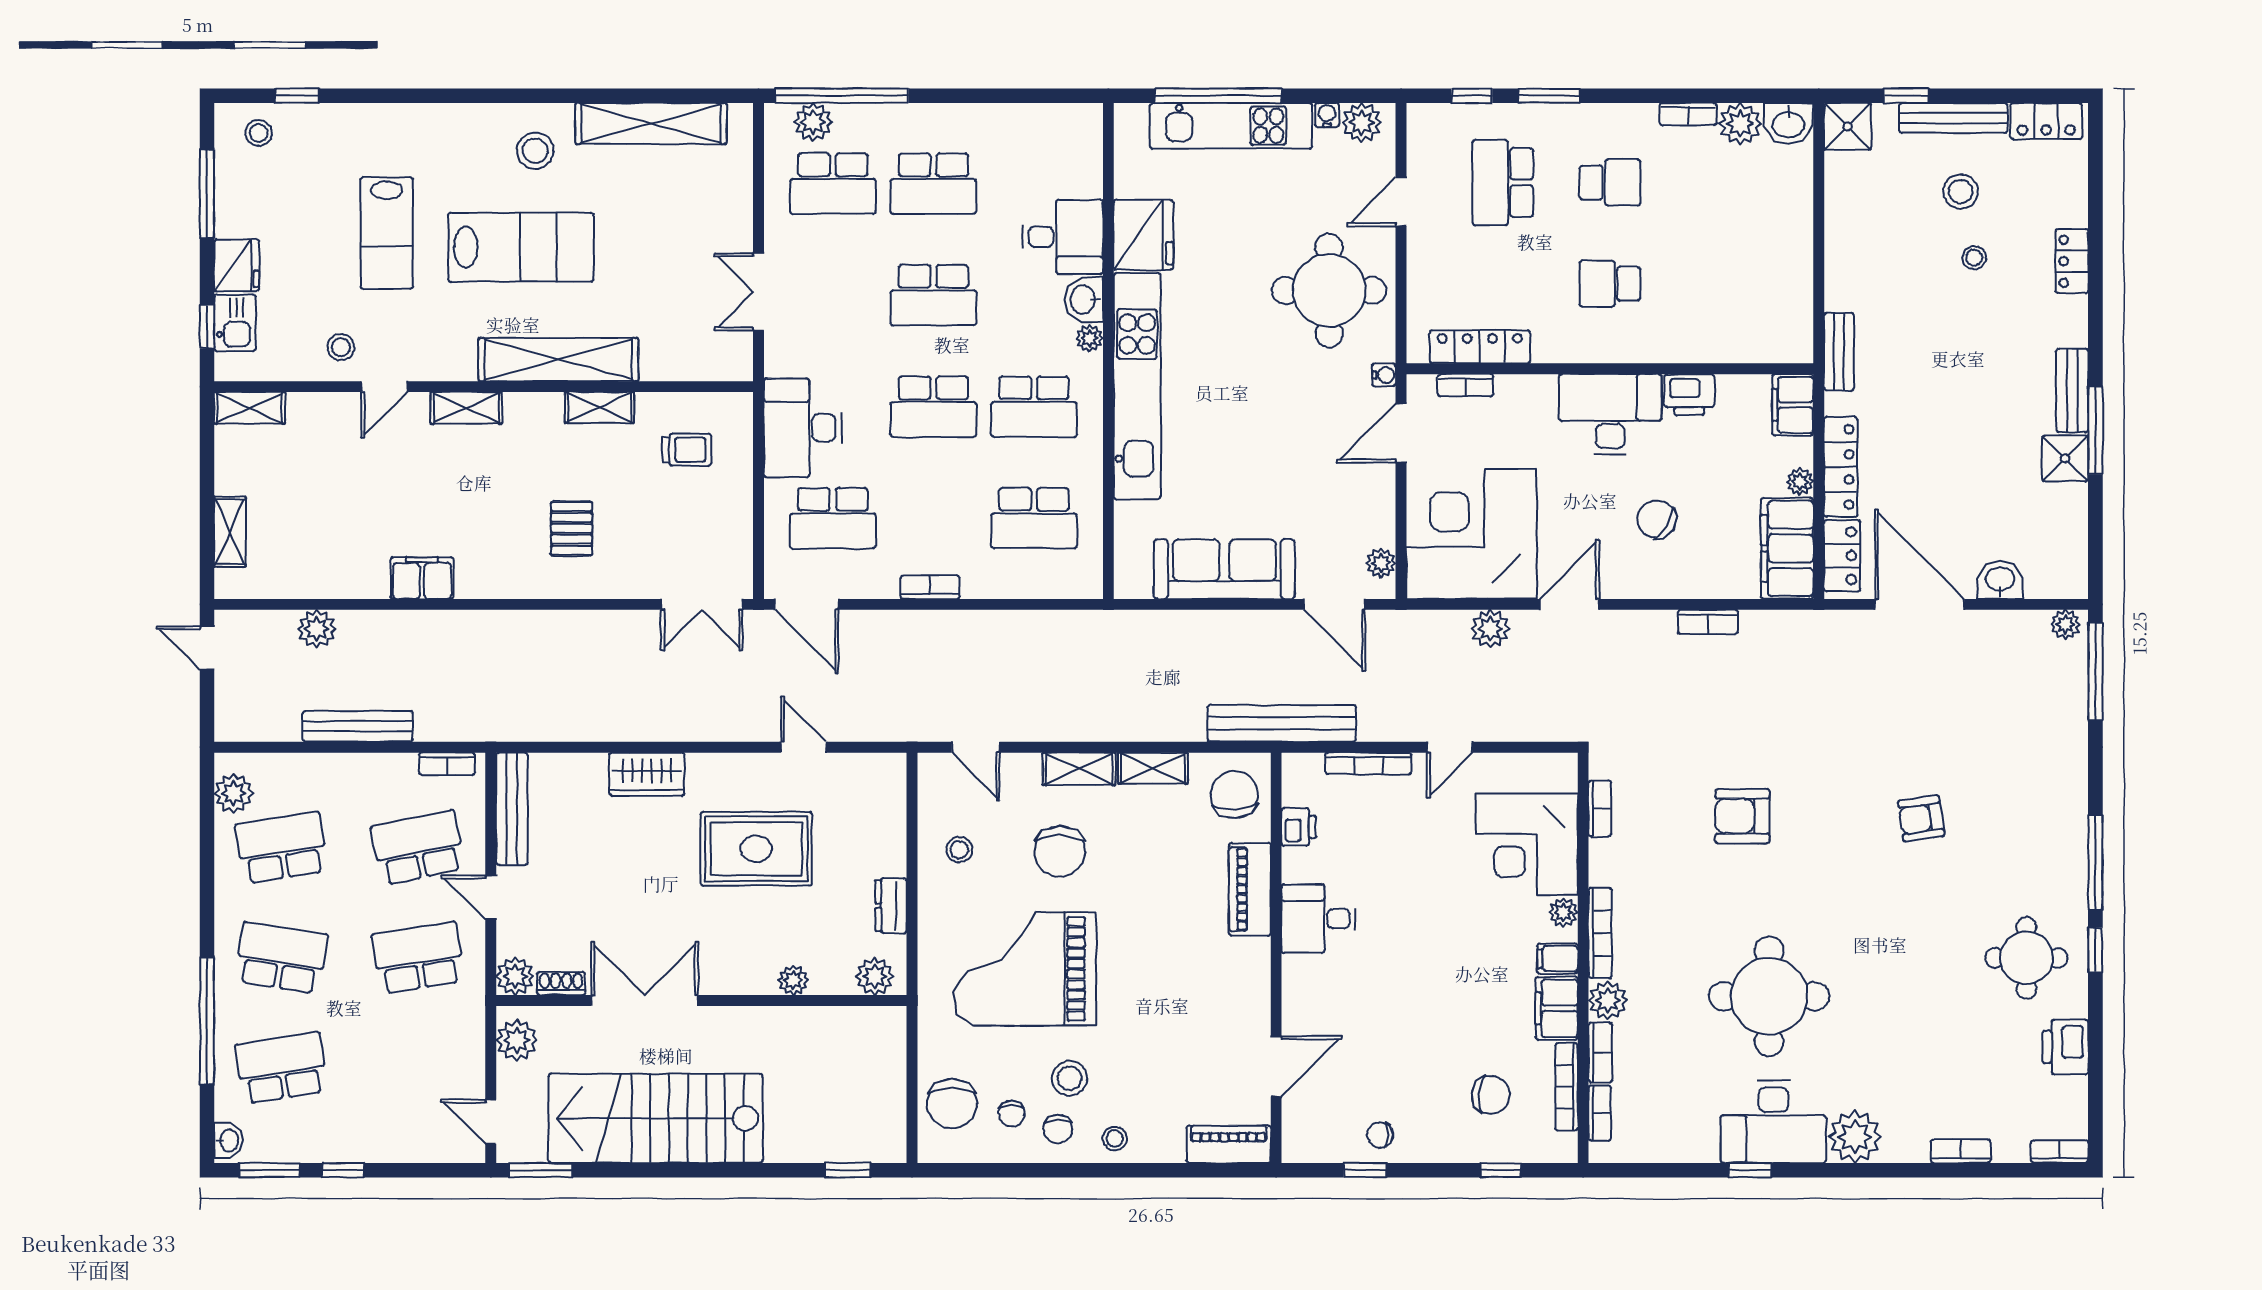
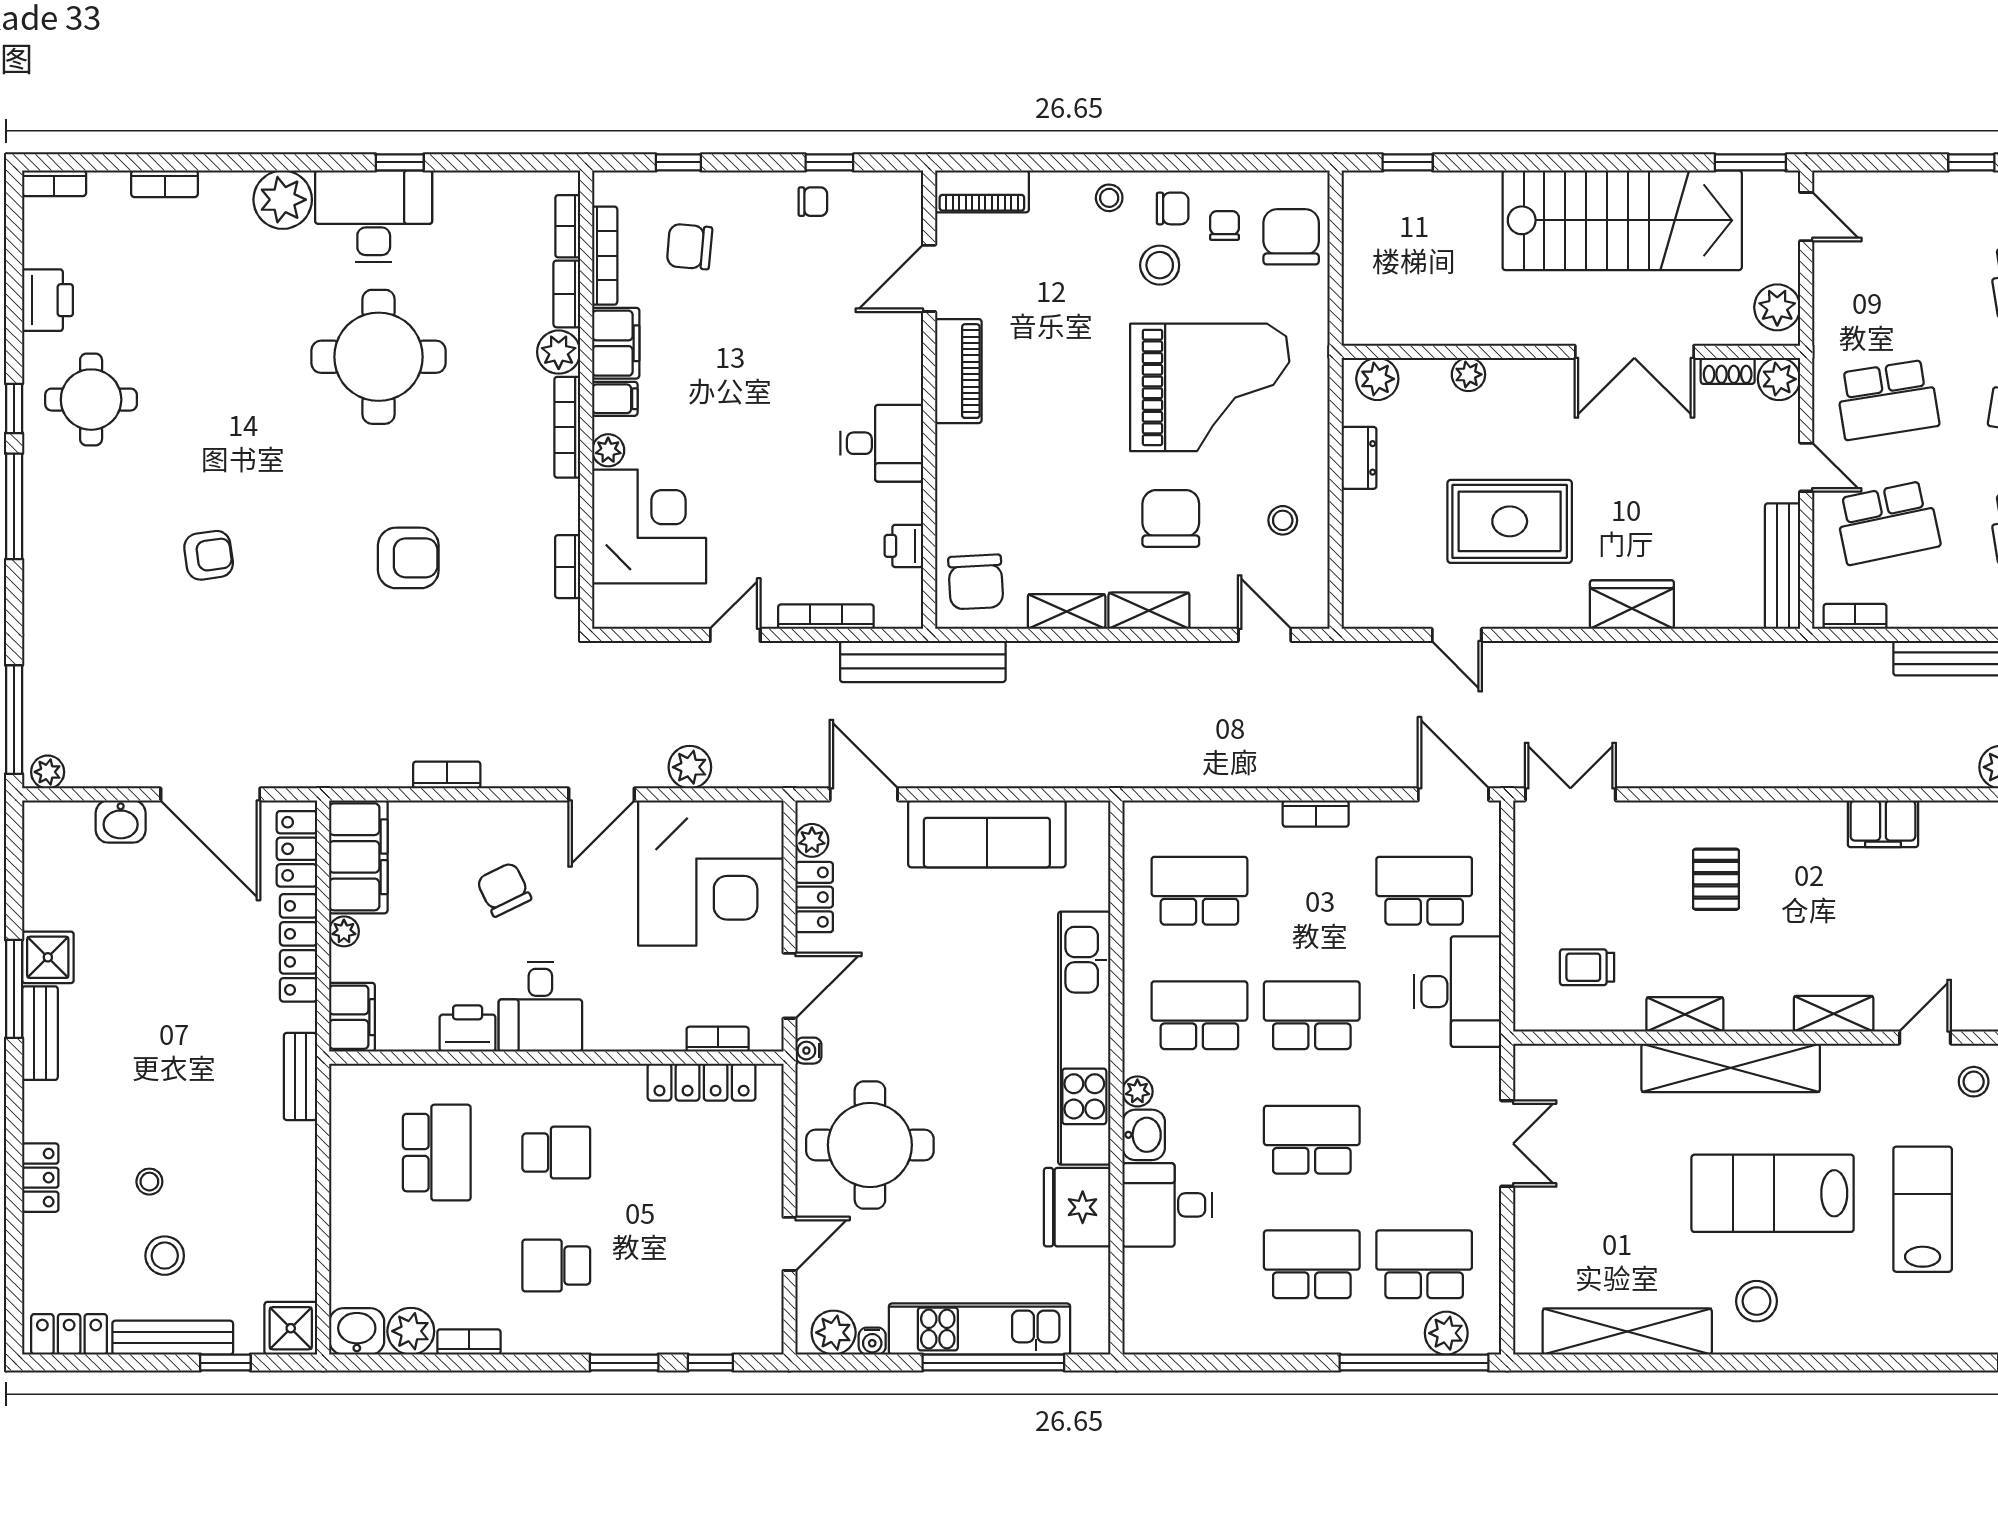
school desk: (1503, 183) -> (437, 1153), moved
desk: (1610, 414) -> (540, 1007), width x0.73
locker: (1379, 512) -> (814, 897), added
chair: (1657, 519) -> (504, 889), turned -148
piano: (1250, 889) -> (958, 371), moved
chair: (1058, 1129) -> (1173, 208), turned 90

